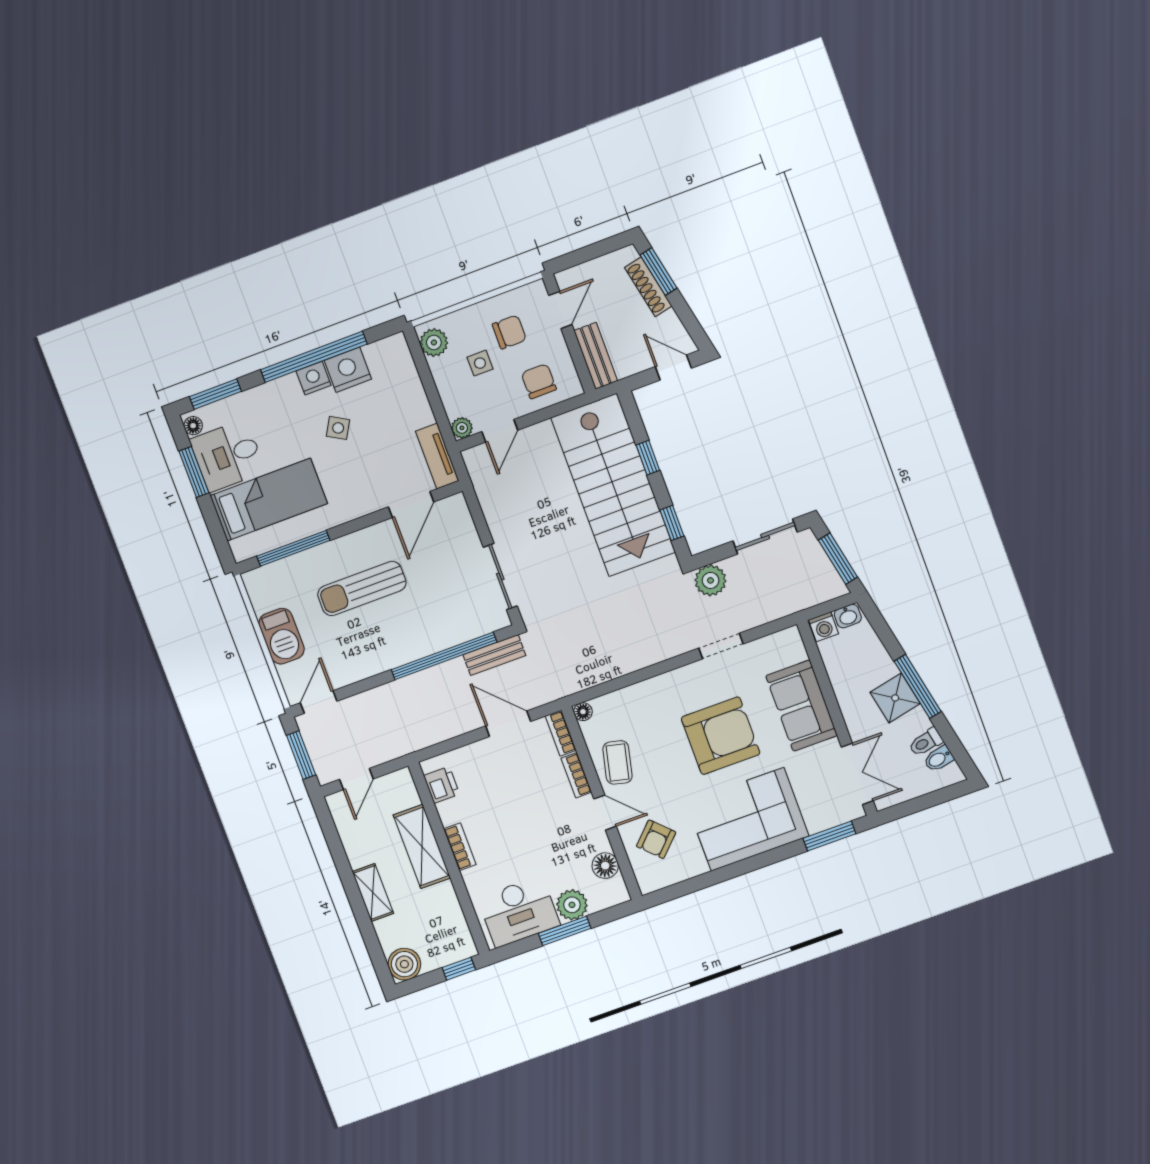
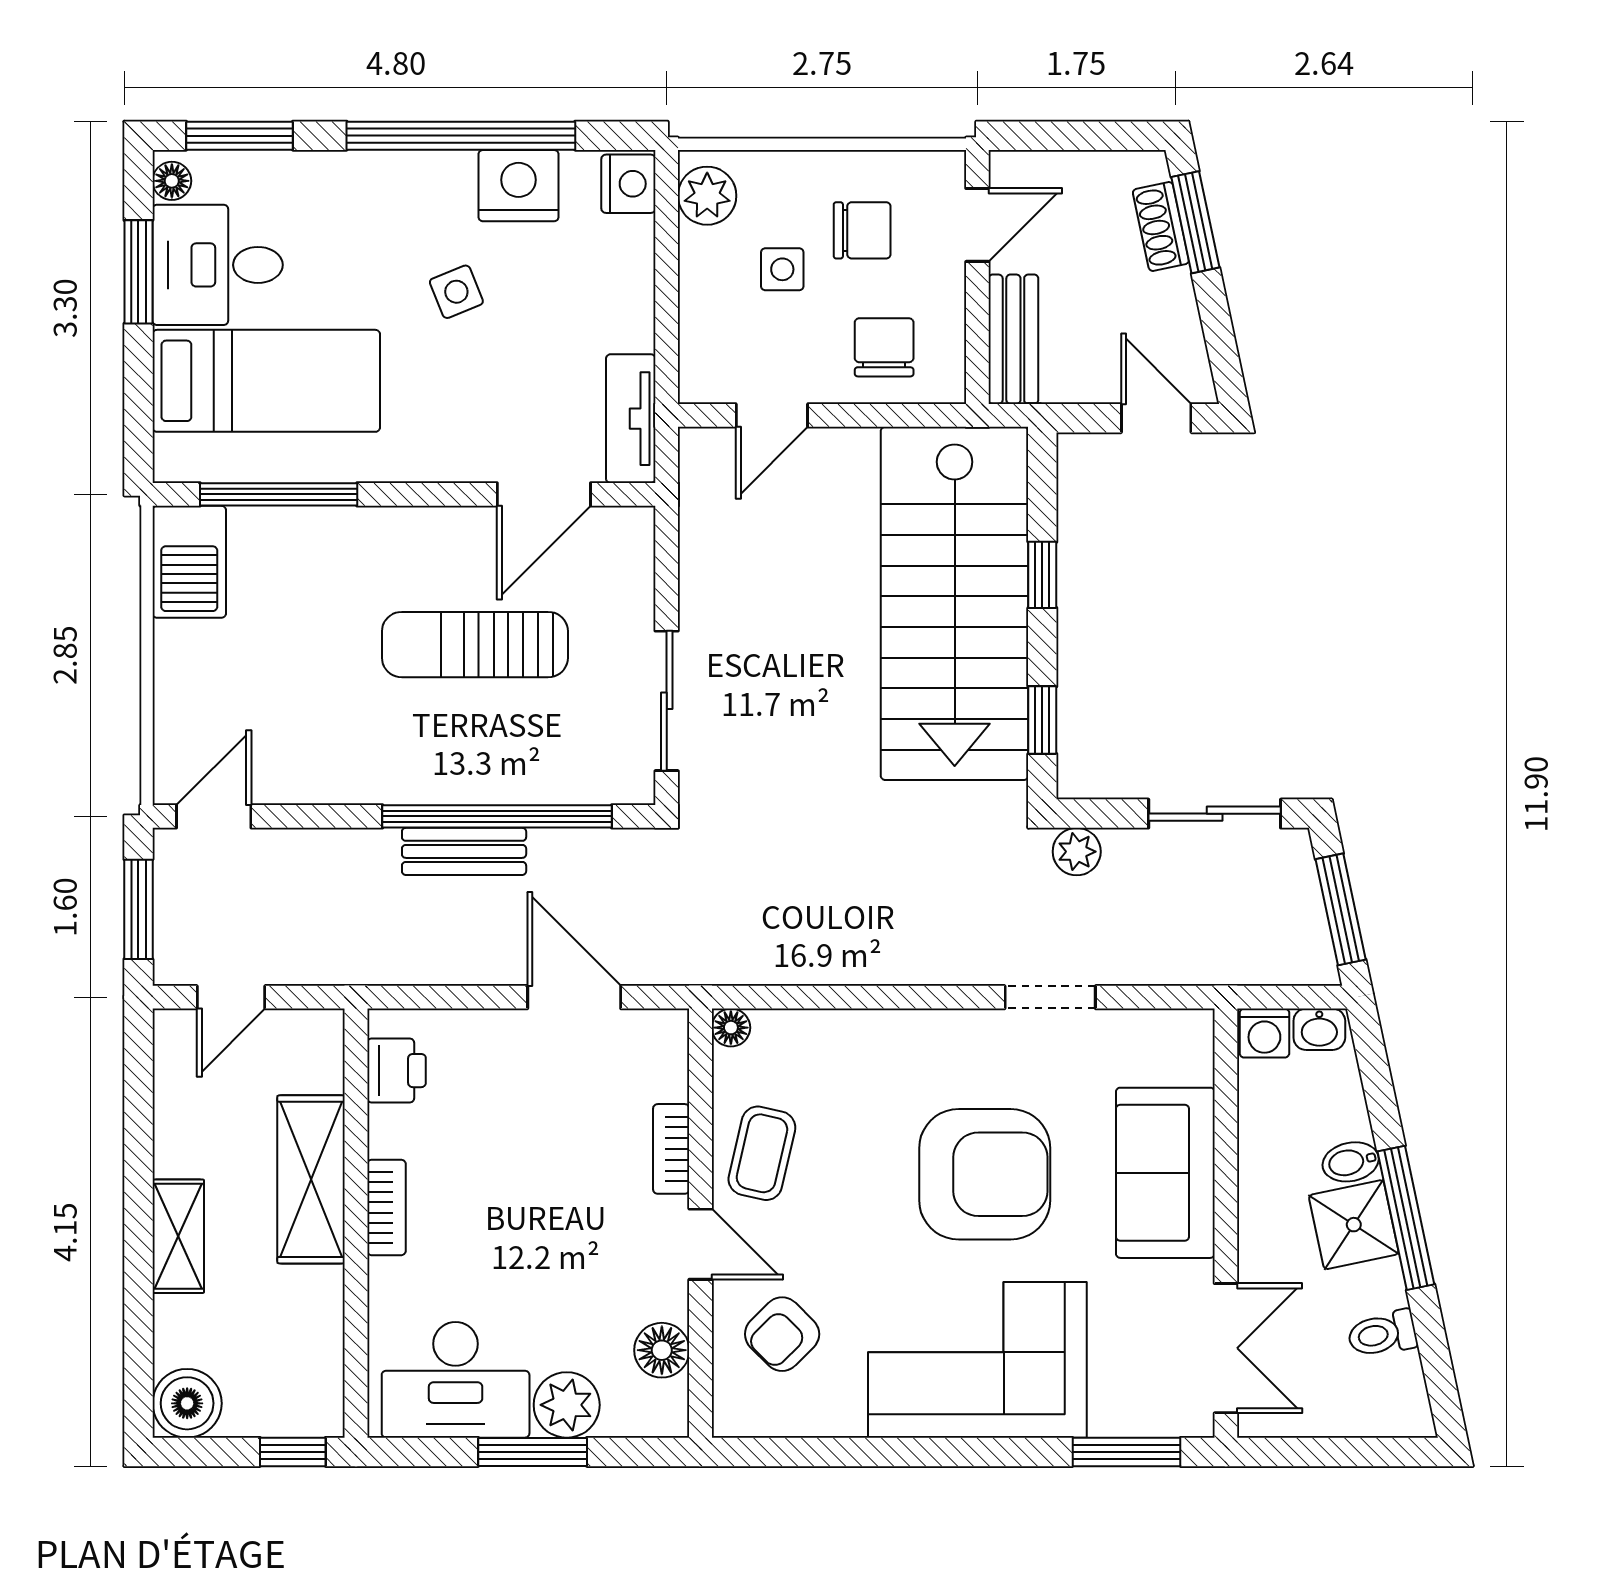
shoe rack: (648, 287) -> (1161, 226), width x0.70
nightstand: (314, 378) -> (628, 184), moved, turned 90
side table: (338, 428) -> (456, 292), turned 38
plant: (462, 428) -> (700, 382), removed
plant: (711, 580) -> (1077, 852), width x0.73, depth x0.73
sun lounger: (362, 588) -> (475, 645), moved
barbecue: (281, 636) -> (189, 562), moved
bench: (494, 655) -> (464, 851), moved
bookcase: (561, 733) -> (671, 1054), removed
bidet: (939, 759) -> (1351, 1162), moved

